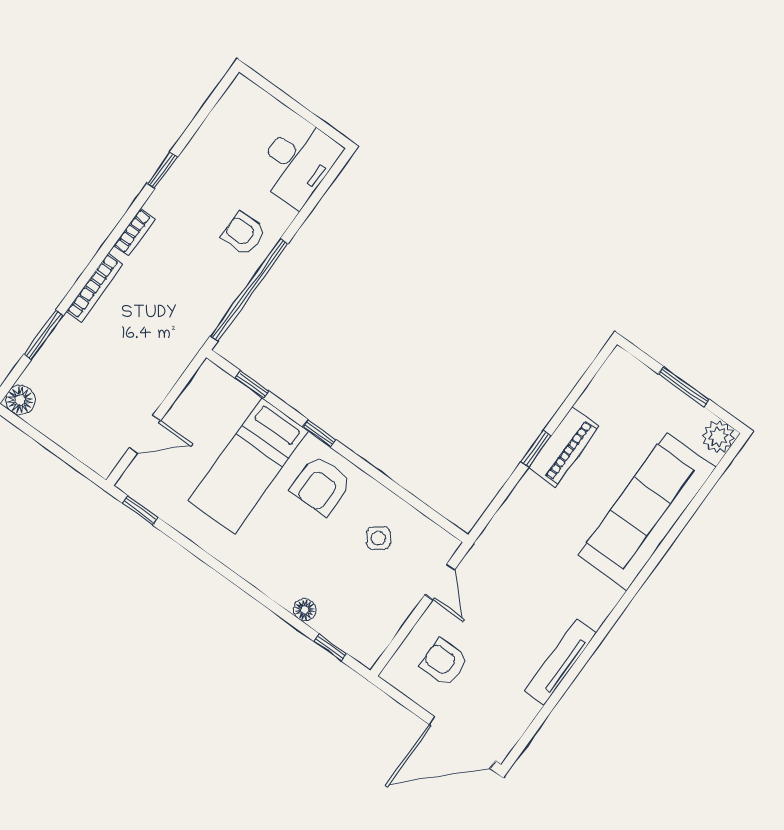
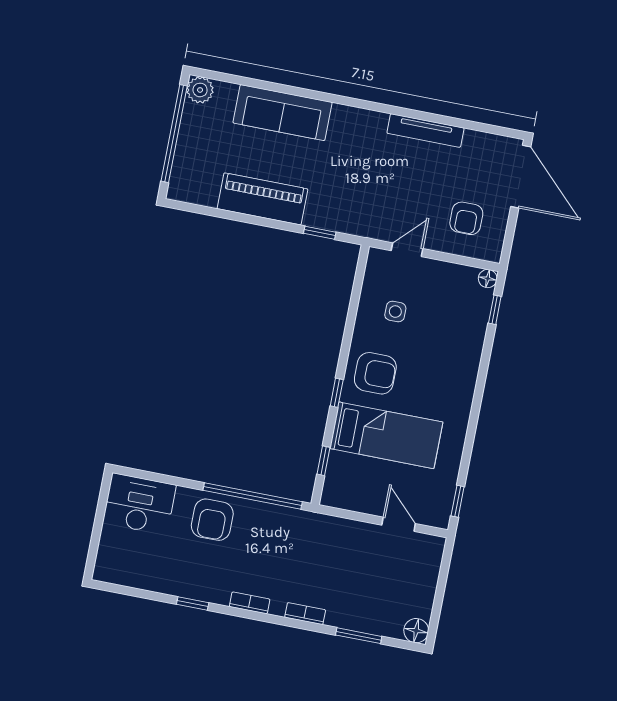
armchair: (244, 234) -> (212, 520), width x1.38, depth x1.38
bookcase: (95, 288) -> (305, 614), width x0.64
window: (684, 387) -> (174, 134), width x2.11
piano: (564, 447) -> (262, 199), width x1.37, depth x1.33
window: (536, 449) -> (320, 233), moved
sofa: (647, 512) -> (283, 113), width x0.74, depth x0.79
side table: (378, 538) -> (395, 312), turned 35
floor lamp: (305, 610) -> (488, 279), moved

